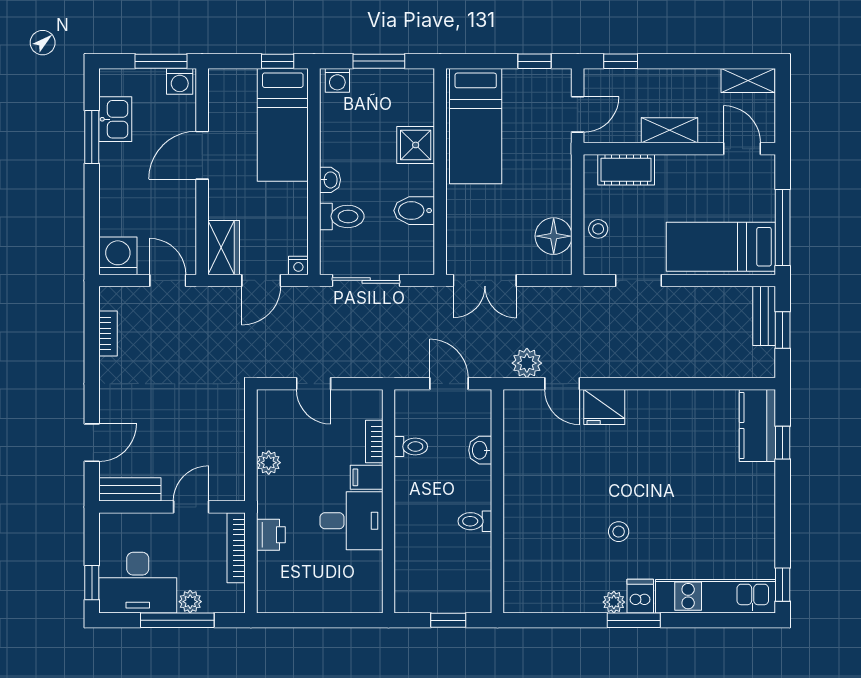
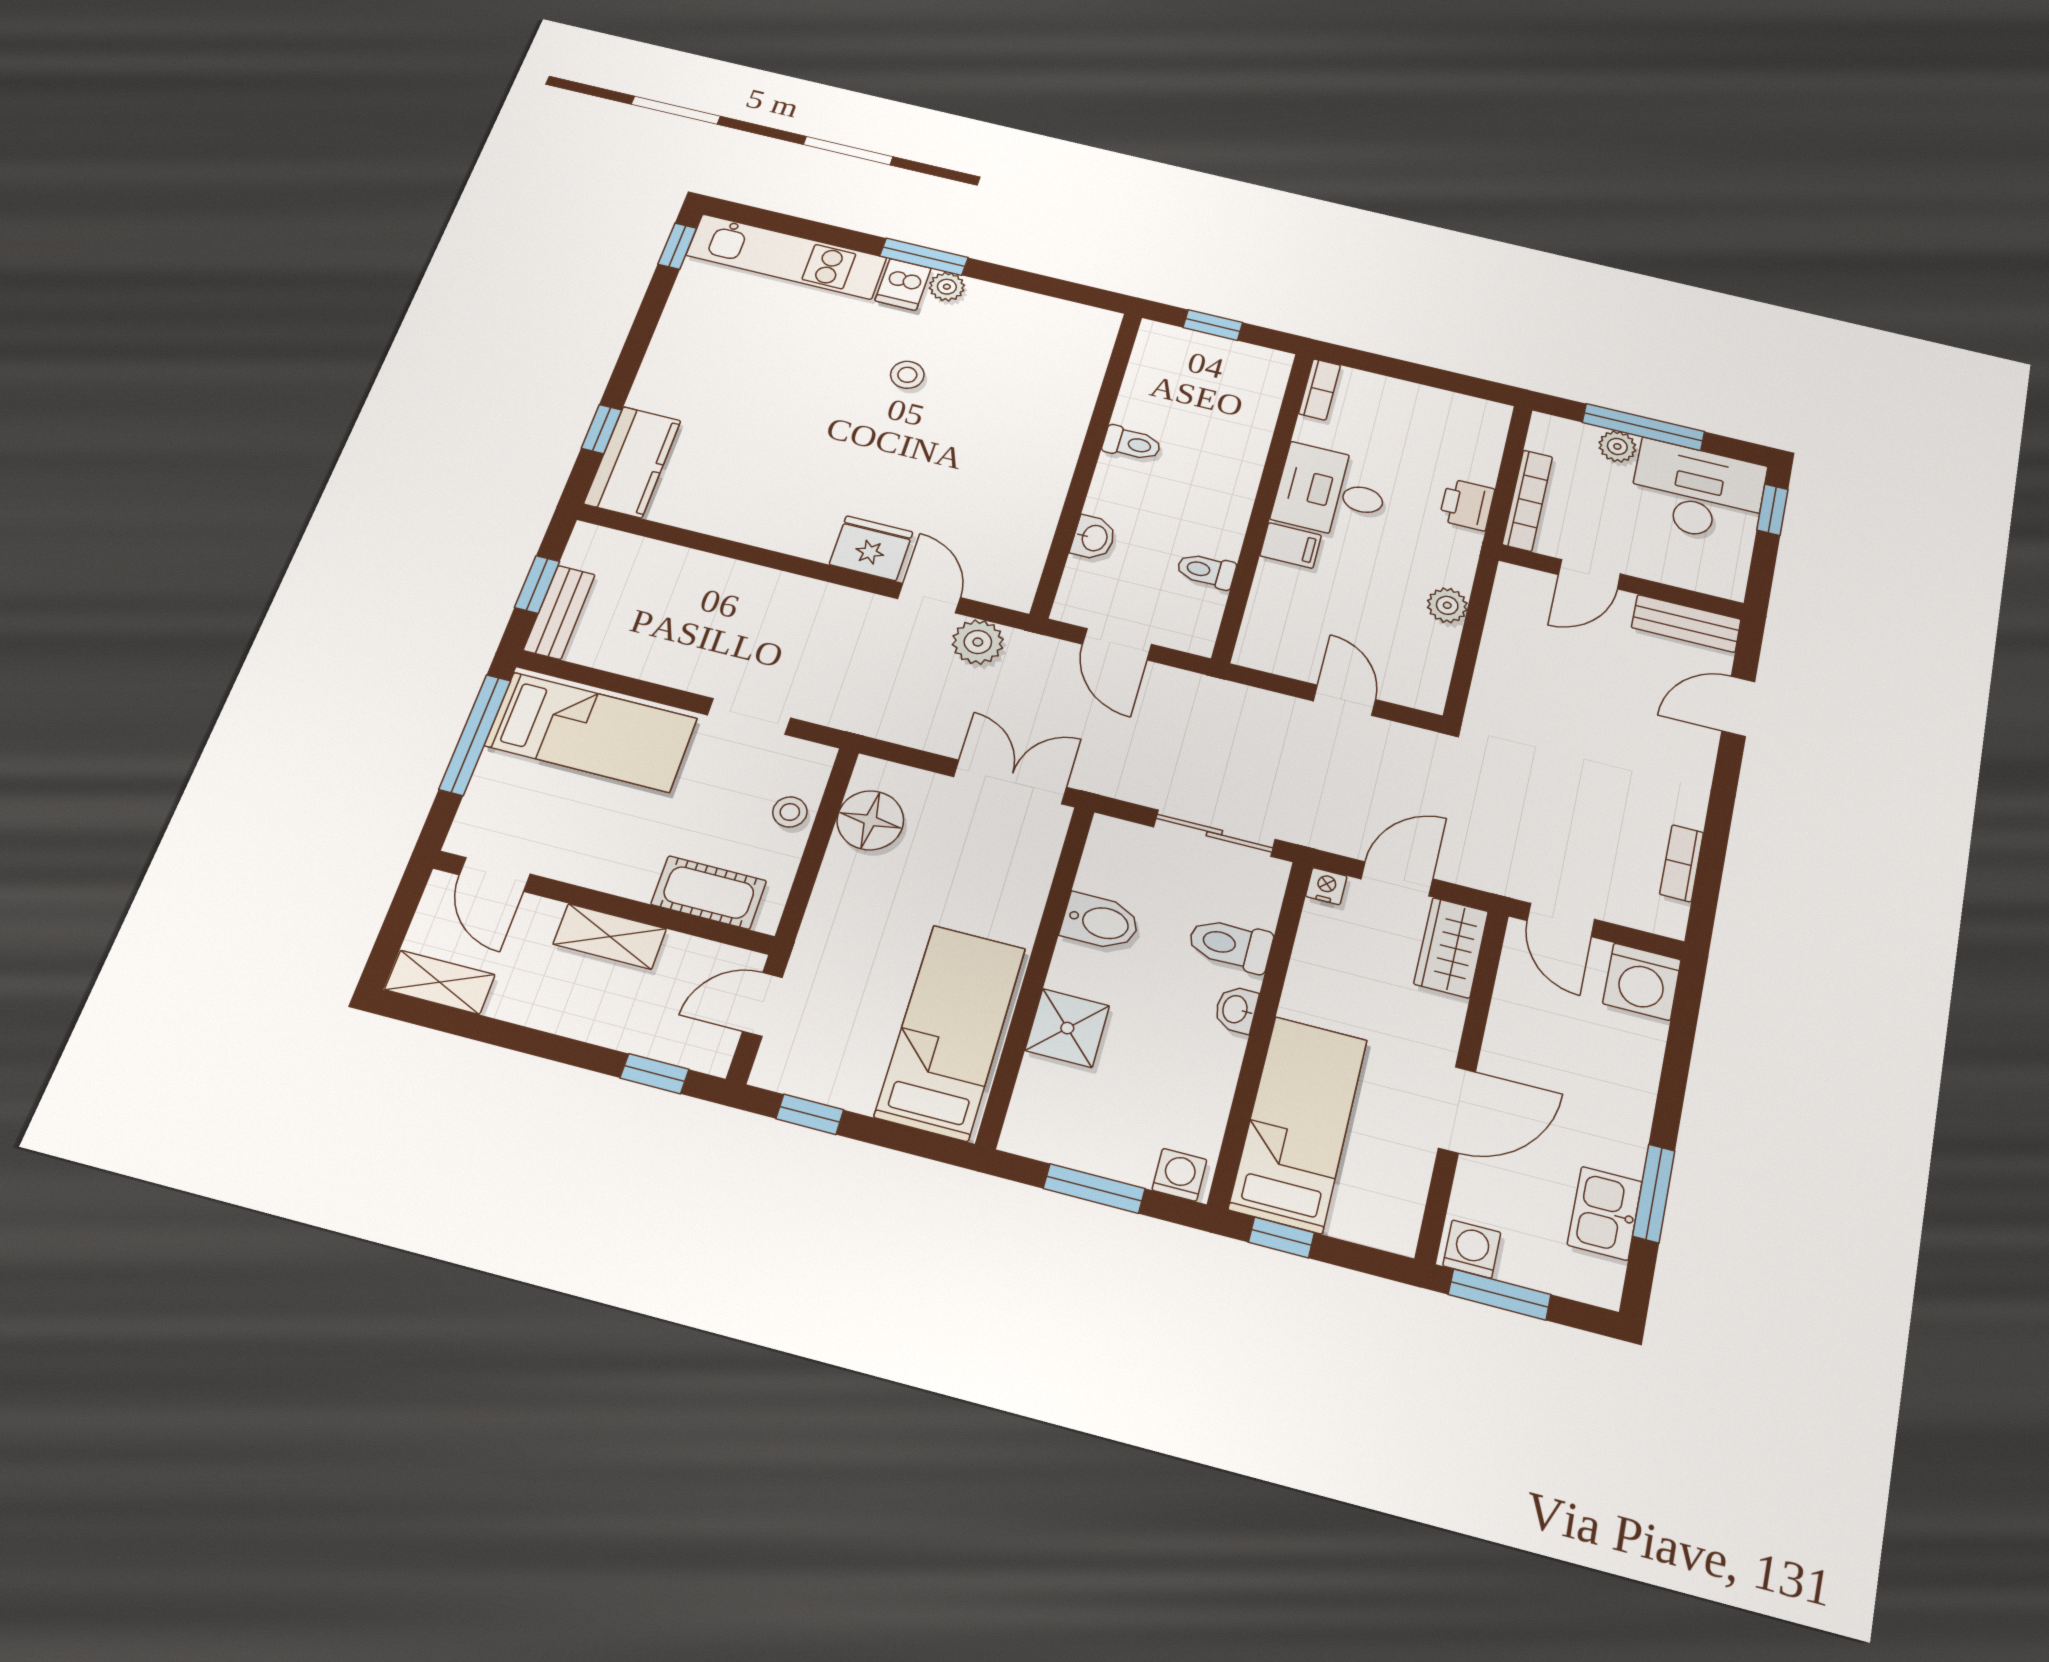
bookcase: (374, 442) -> (1319, 389), moved

